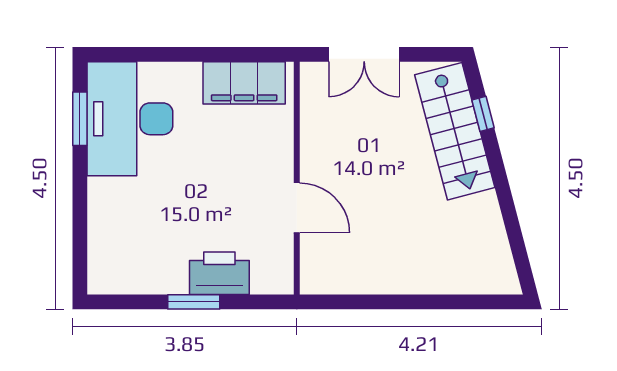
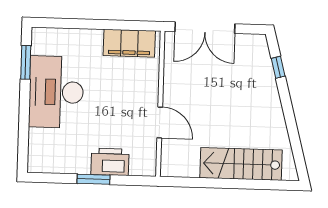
double door: (364, 54) -> (205, 28), width x1.37
desk: (130, 119) -> (56, 92), moved
stairs: (455, 131) -> (241, 164), moved, turned 105

